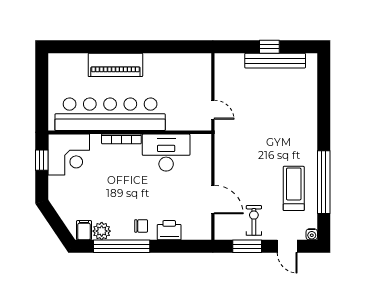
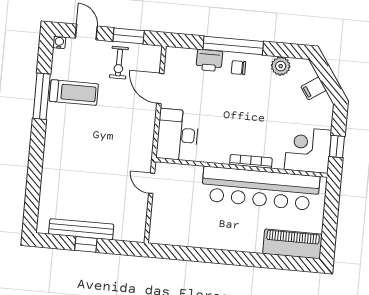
piano: (115, 65) -> (292, 244), moved
desk: (166, 152) -> (178, 135), moved, turned 90
window: (324, 182) -> (42, 96), width x0.68
treadmill: (294, 188) -> (74, 93), turned -90
filing cabinet: (84, 230) -> (314, 88), moved, turned 56
window: (122, 246) -> (233, 45), moved

